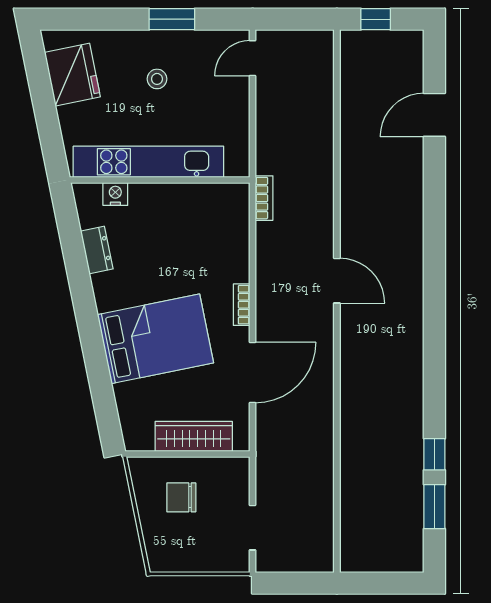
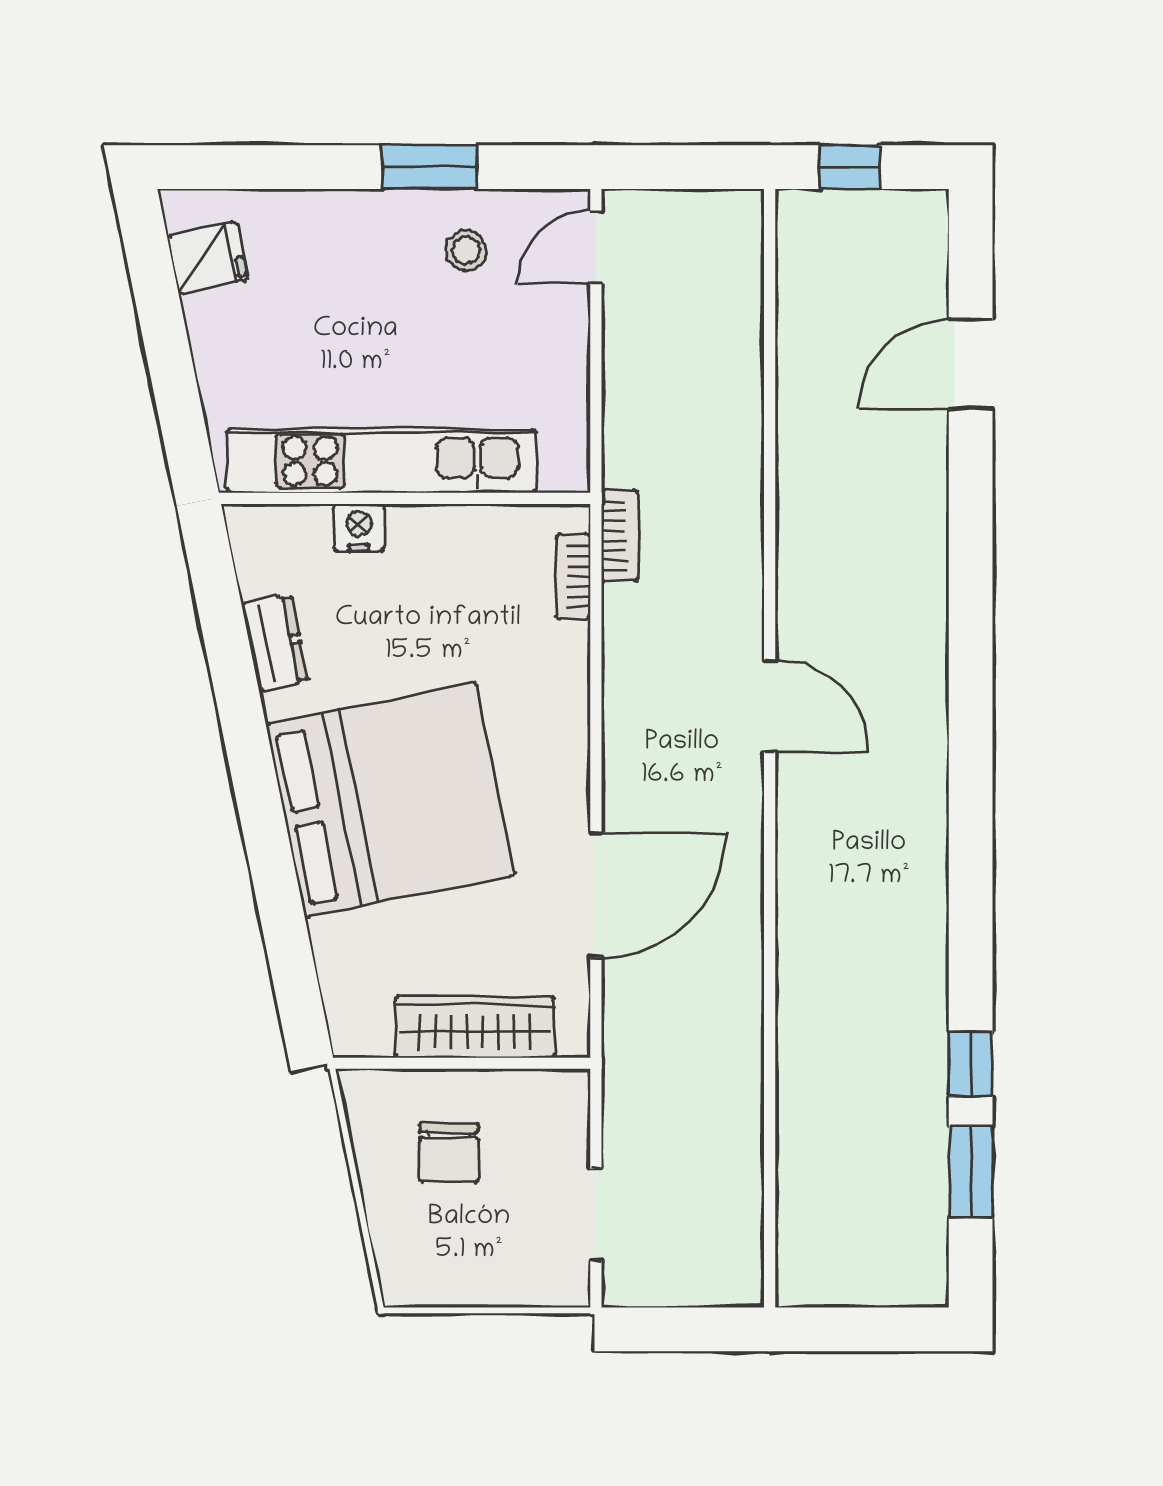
fridge: (72, 75) -> (207, 258), width x0.53, depth x0.75
stool: (157, 79) -> (466, 250), moved
nightstand: (115, 194) -> (359, 527), moved
bookcase: (242, 305) -> (573, 577), moved
bed: (155, 339) -> (390, 800), width x1.36
chair: (181, 497) -> (449, 1153), turned -90

